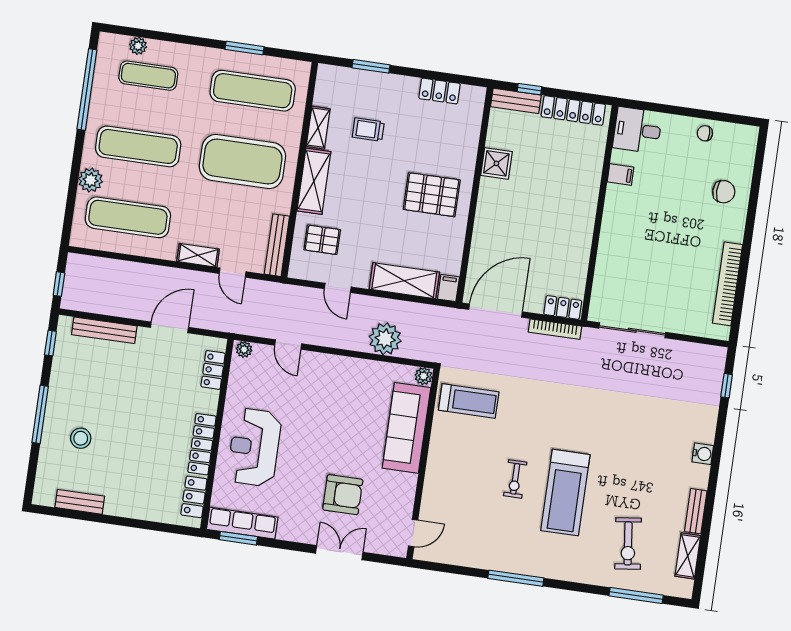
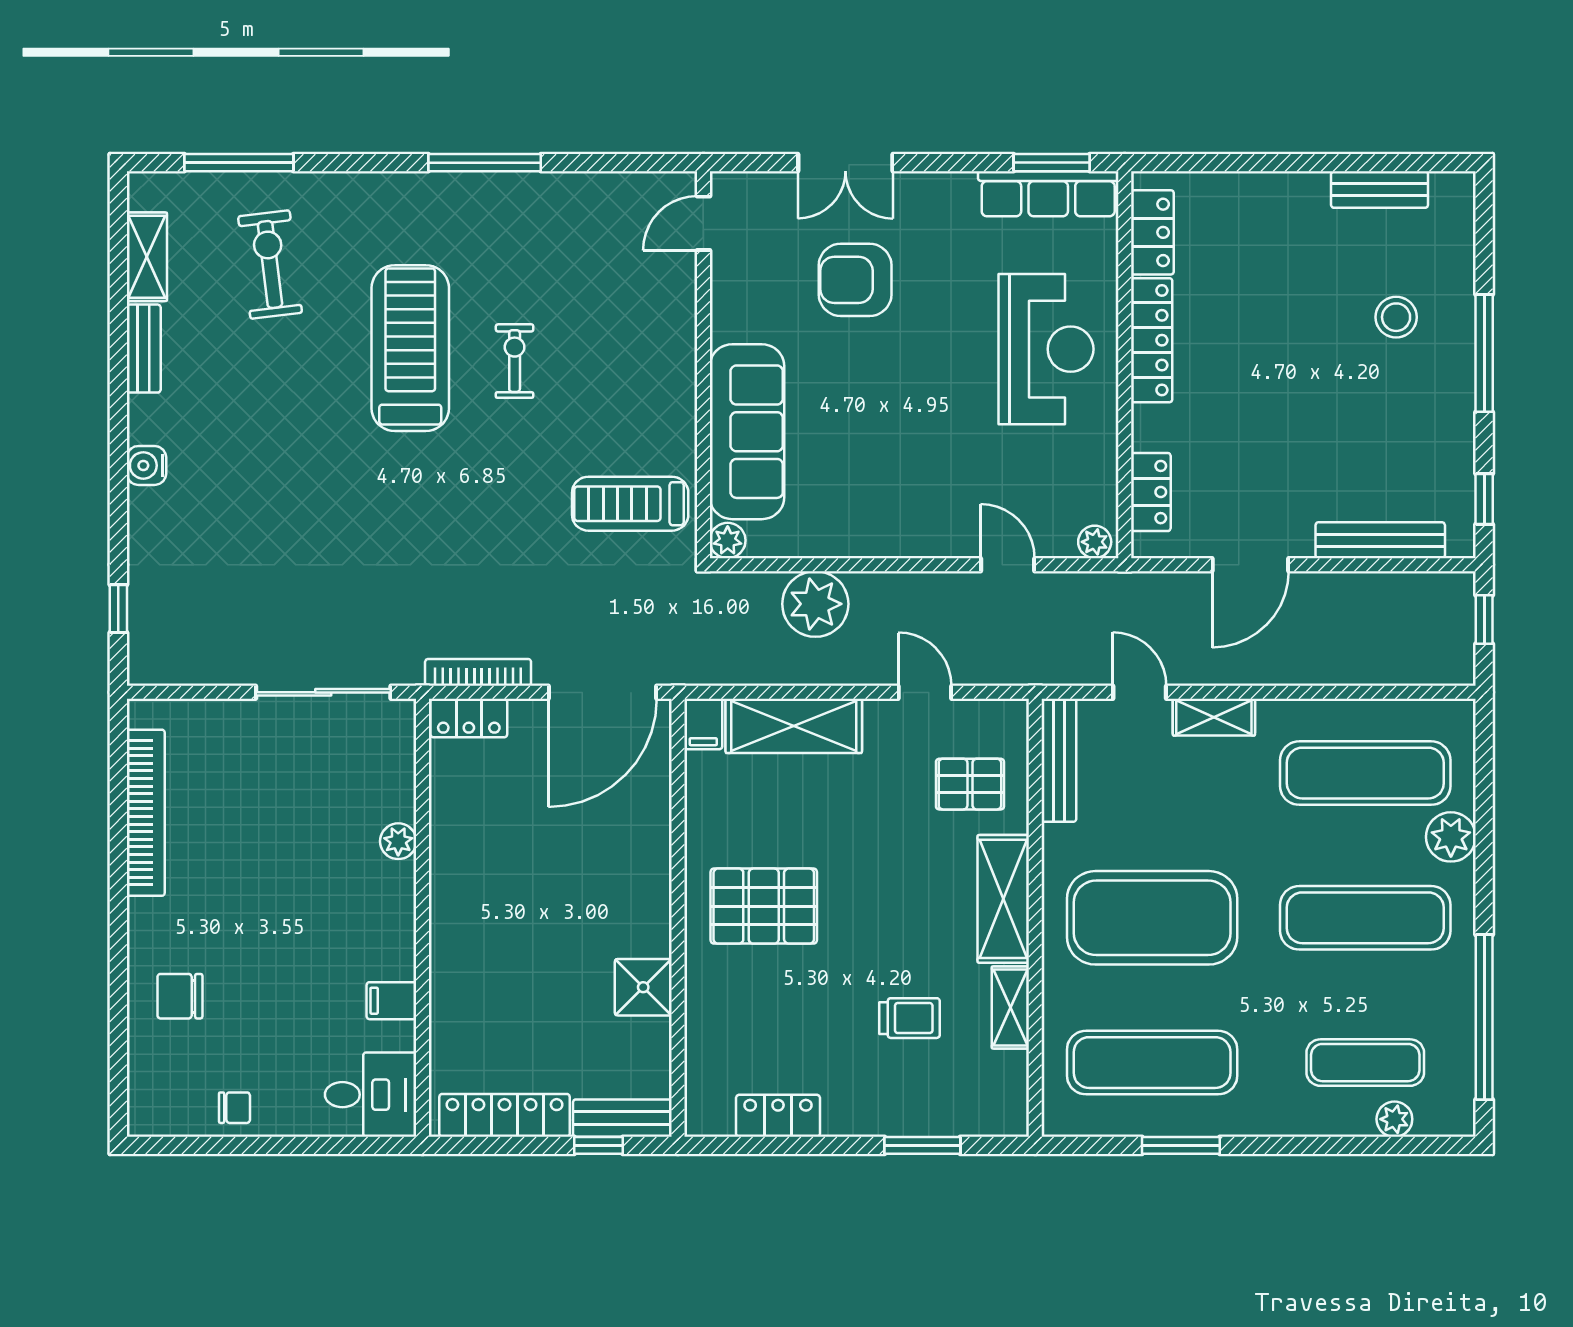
plant: (606, 252) -> (398, 841), added

